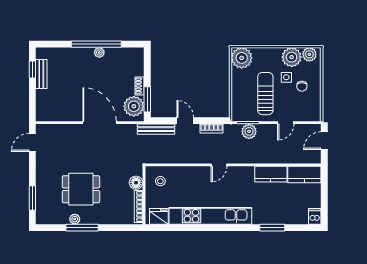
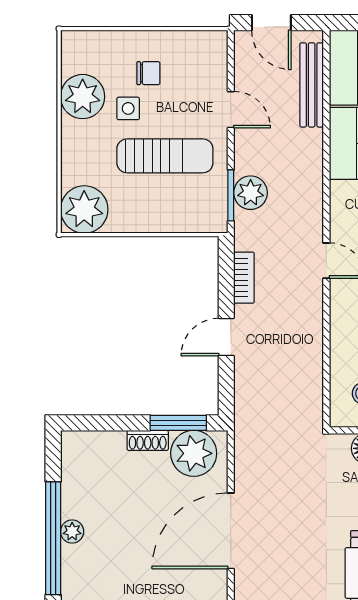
plant: (309, 54) -> (76, 56), removed
sun lounger: (265, 94) -> (165, 156), turned 180
bench: (156, 129) -> (312, 85), moved

